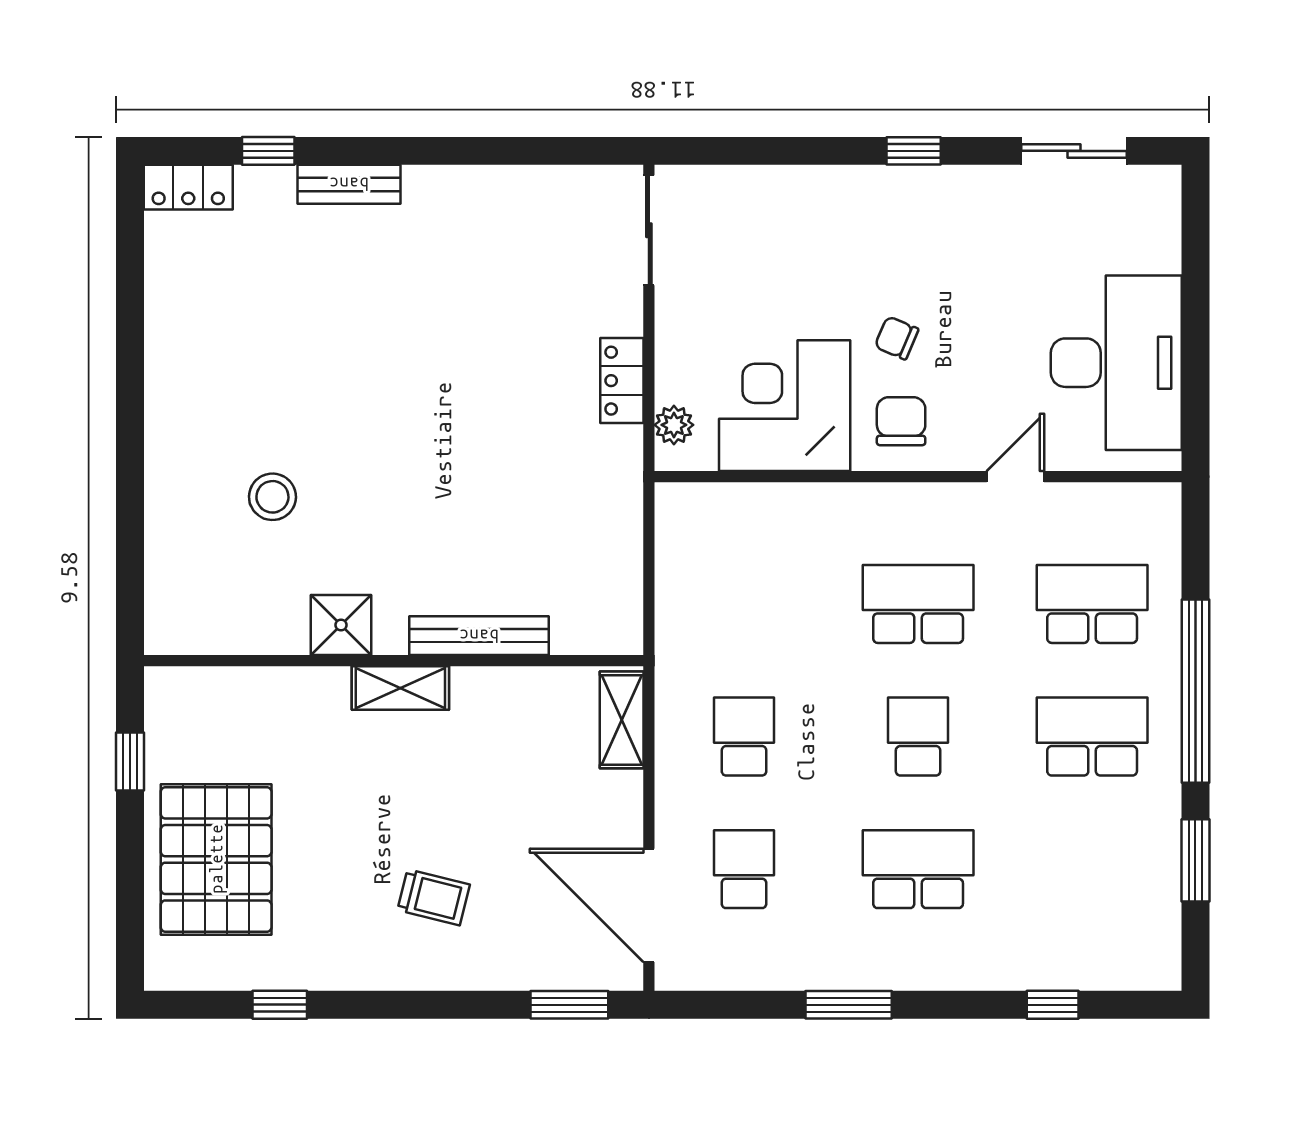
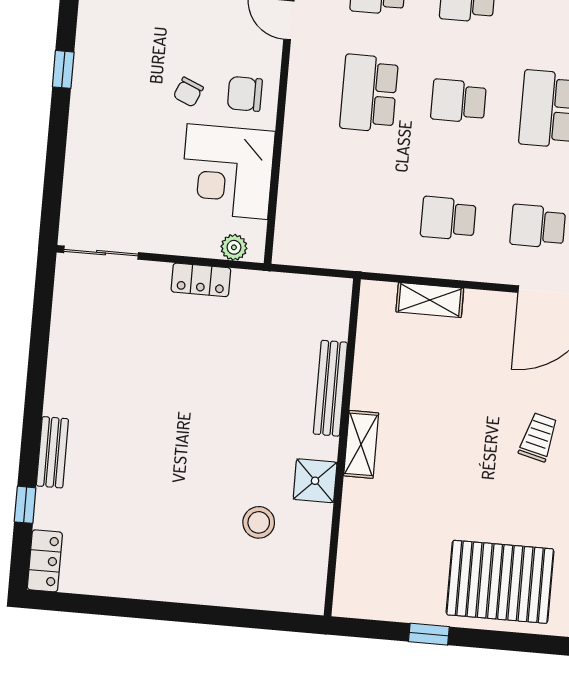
shower: (341, 625) -> (315, 481), moved
bench: (479, 636) -> (330, 388), moved
wall: (394, 661) -> (342, 447), moved
shelving: (400, 688) -> (361, 444), moved

